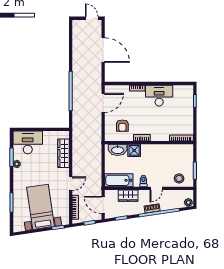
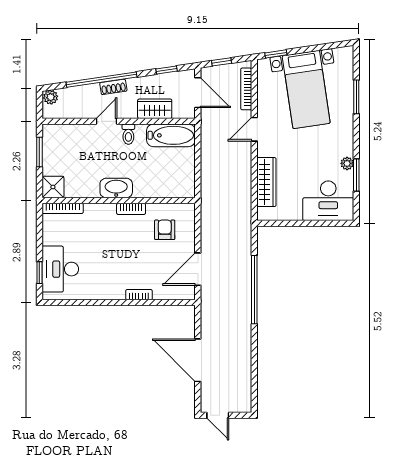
desk: (159, 96) -> (60, 269), moved, turned 90
washbasin: (118, 150) -> (116, 188), moved
shower: (134, 150) -> (53, 187), moved
stool: (179, 178) -> (67, 139), removed

